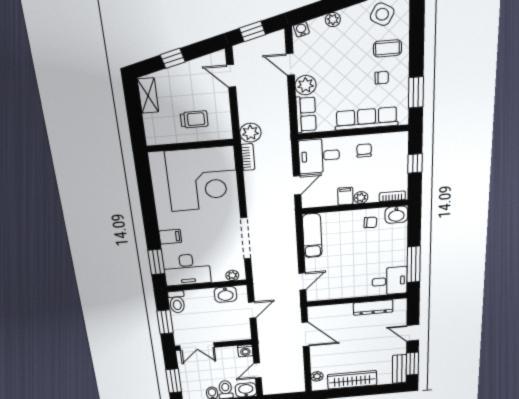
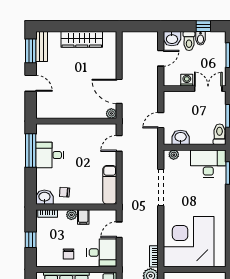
filing cabinet: (170, 237) -> (218, 195), removed
desk: (390, 281) -> (50, 155), moved
dresser: (373, 307) -> (63, 112), removed
washing machine: (245, 351) -> (187, 80), moved
plant: (317, 376) -> (111, 113), moved

